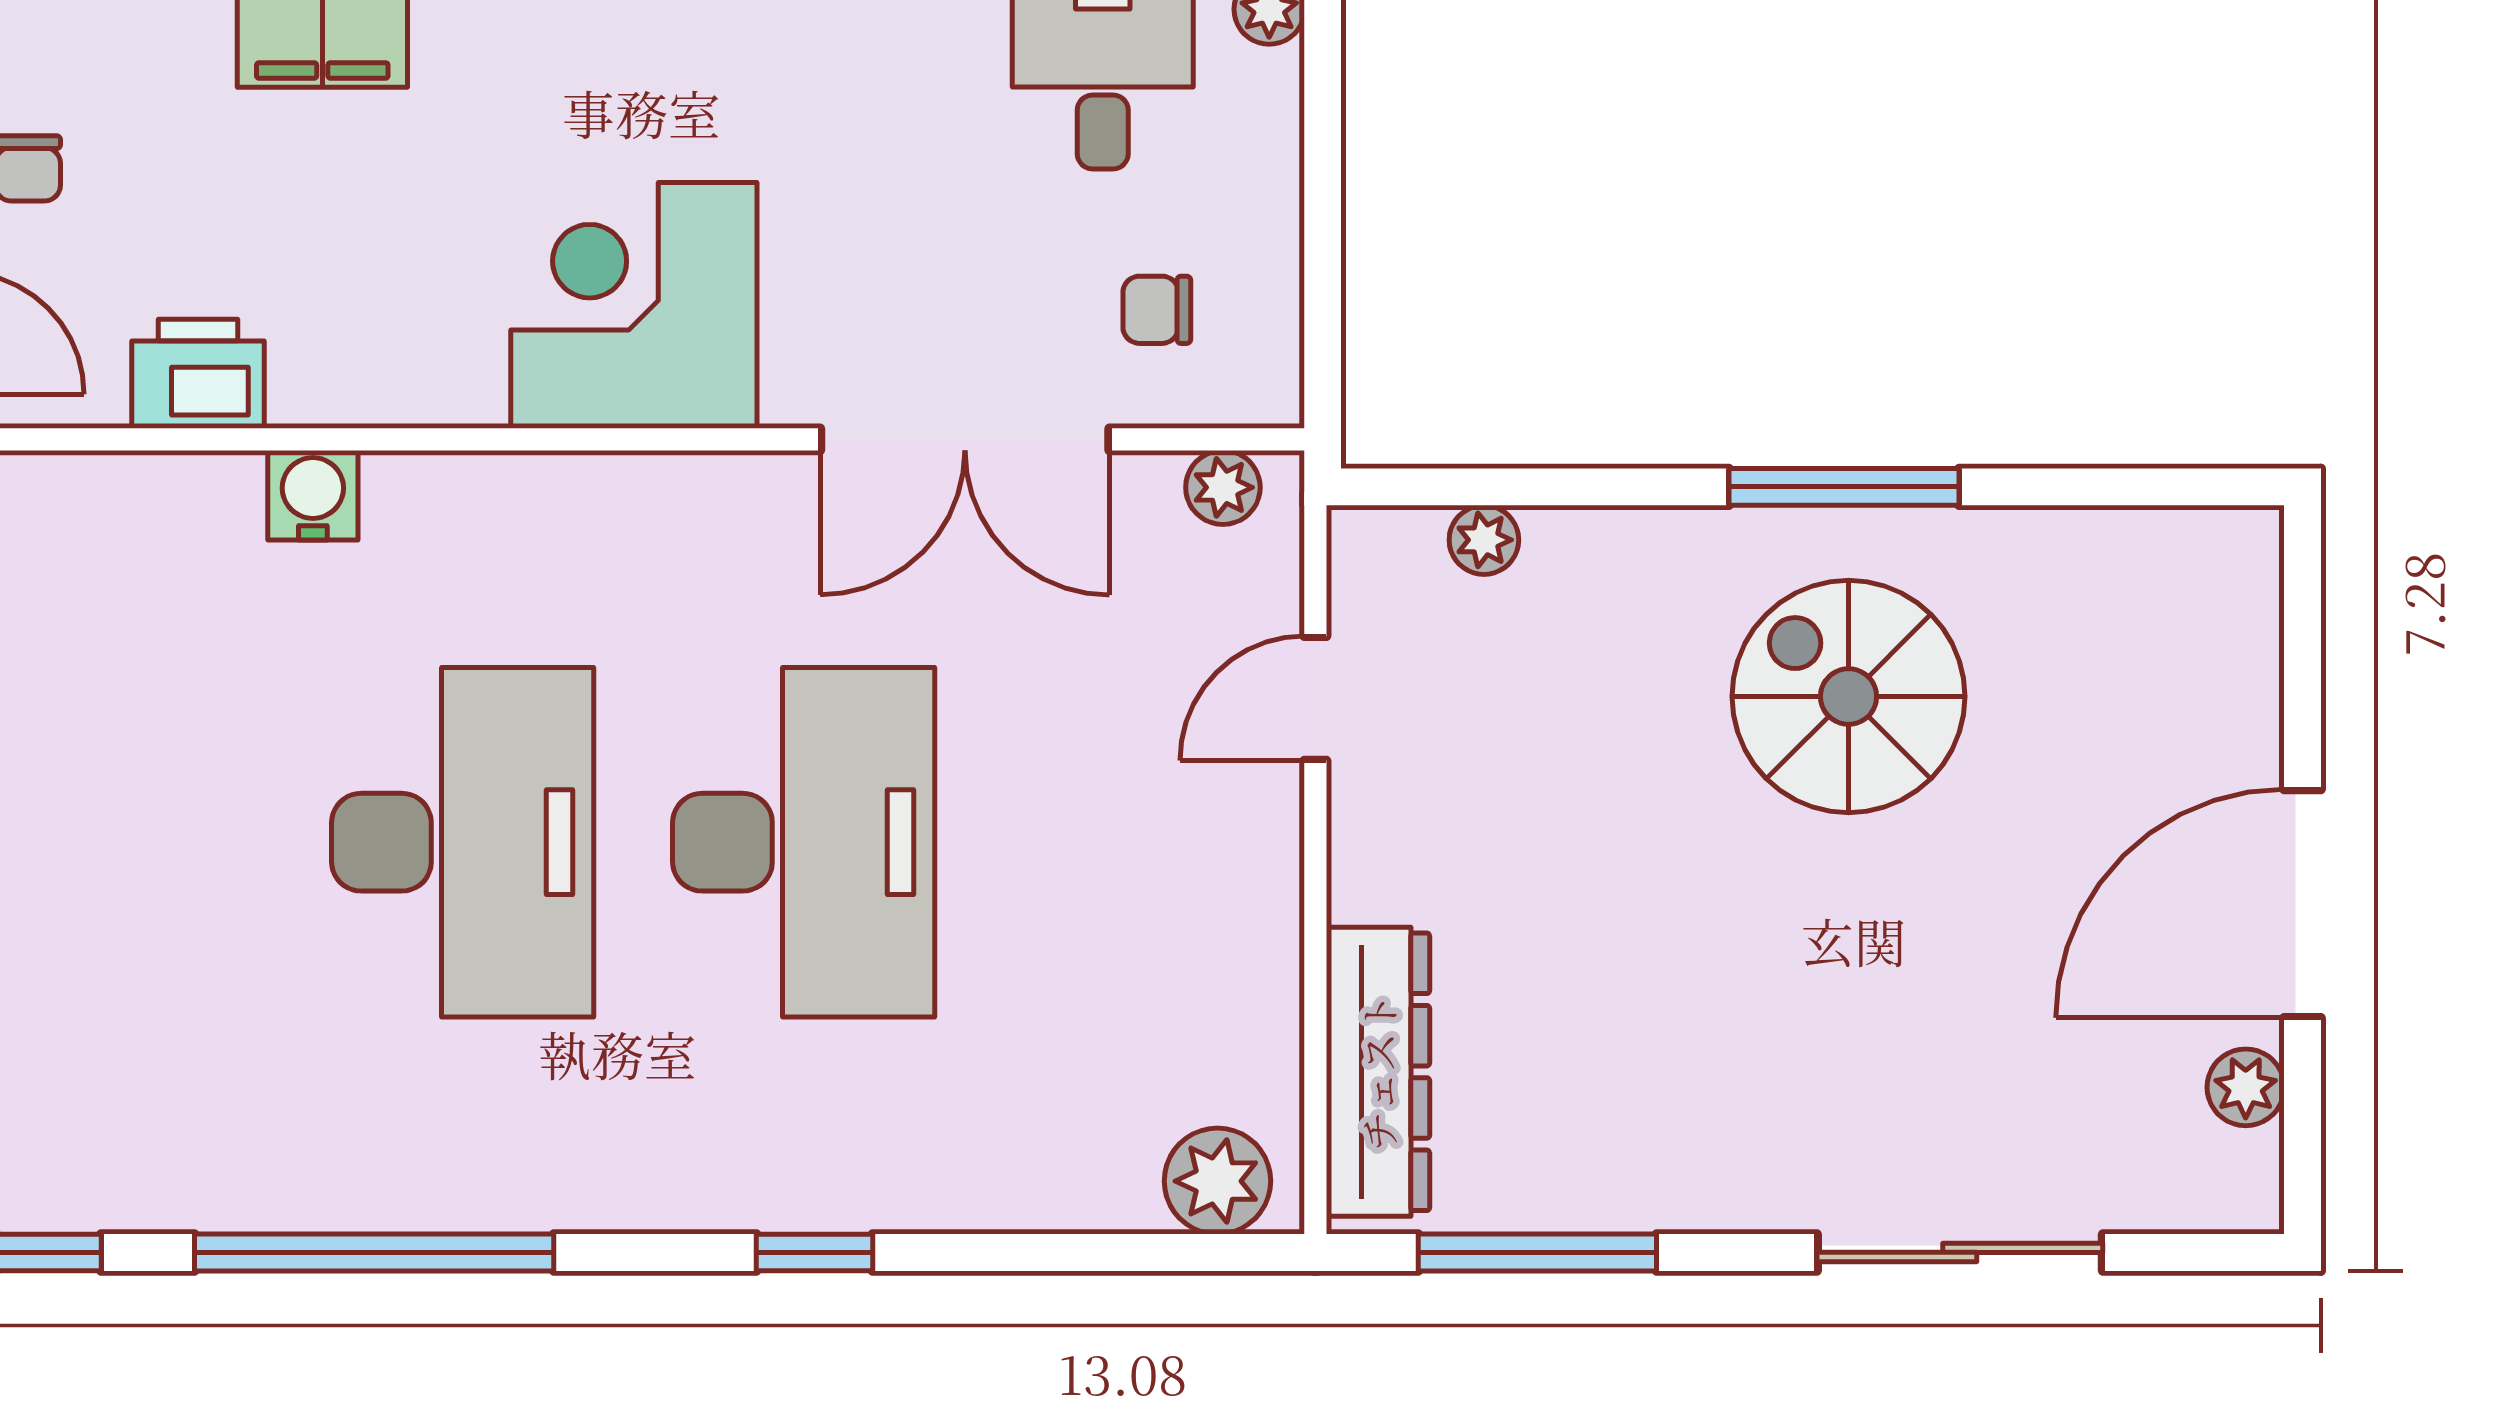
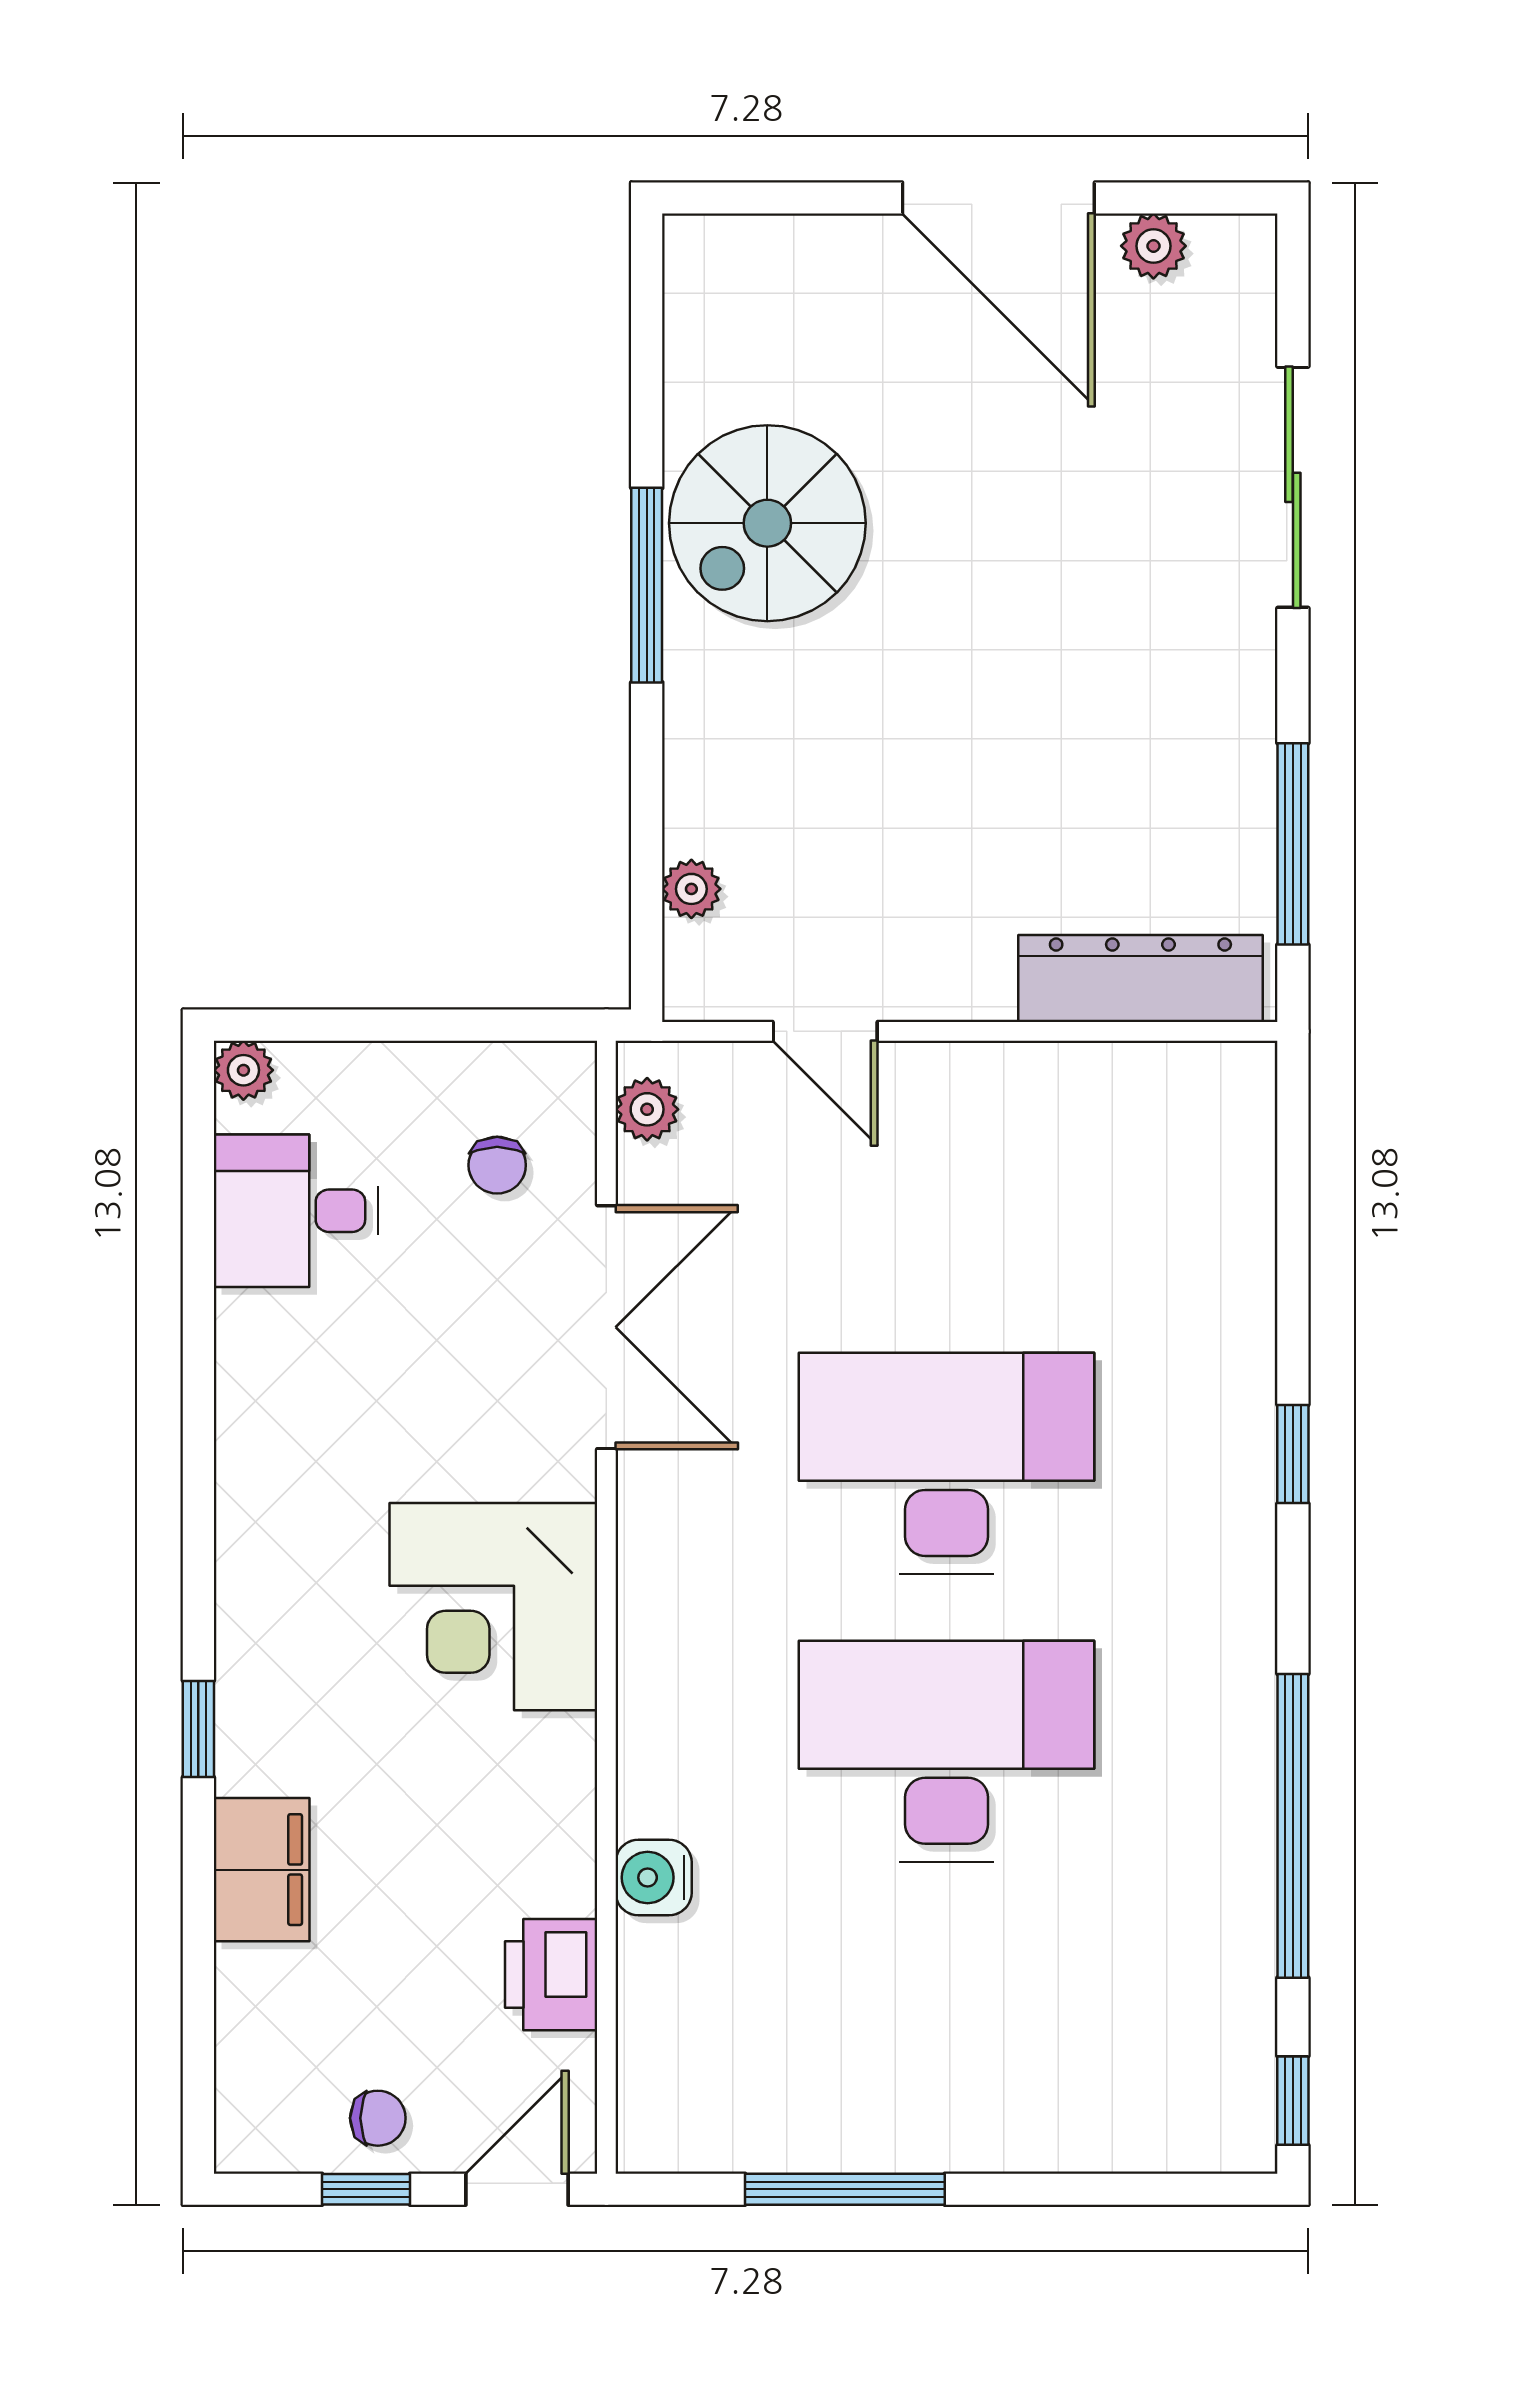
spiral stairs: (1849, 697) -> (767, 523), moved
plant: (1217, 1181) -> (1233, 1114), removed

